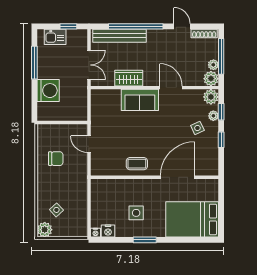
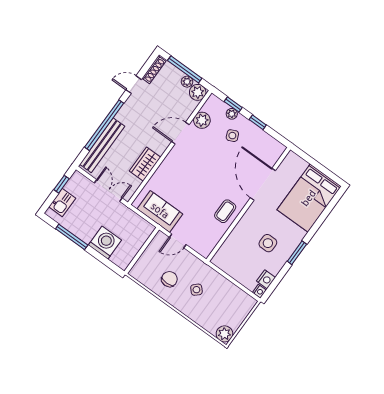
plant: (211, 97) -> (202, 120), moved
sofa: (140, 100) -> (160, 211), moved, turned -90
side table: (56, 210) -> (196, 290), moved

